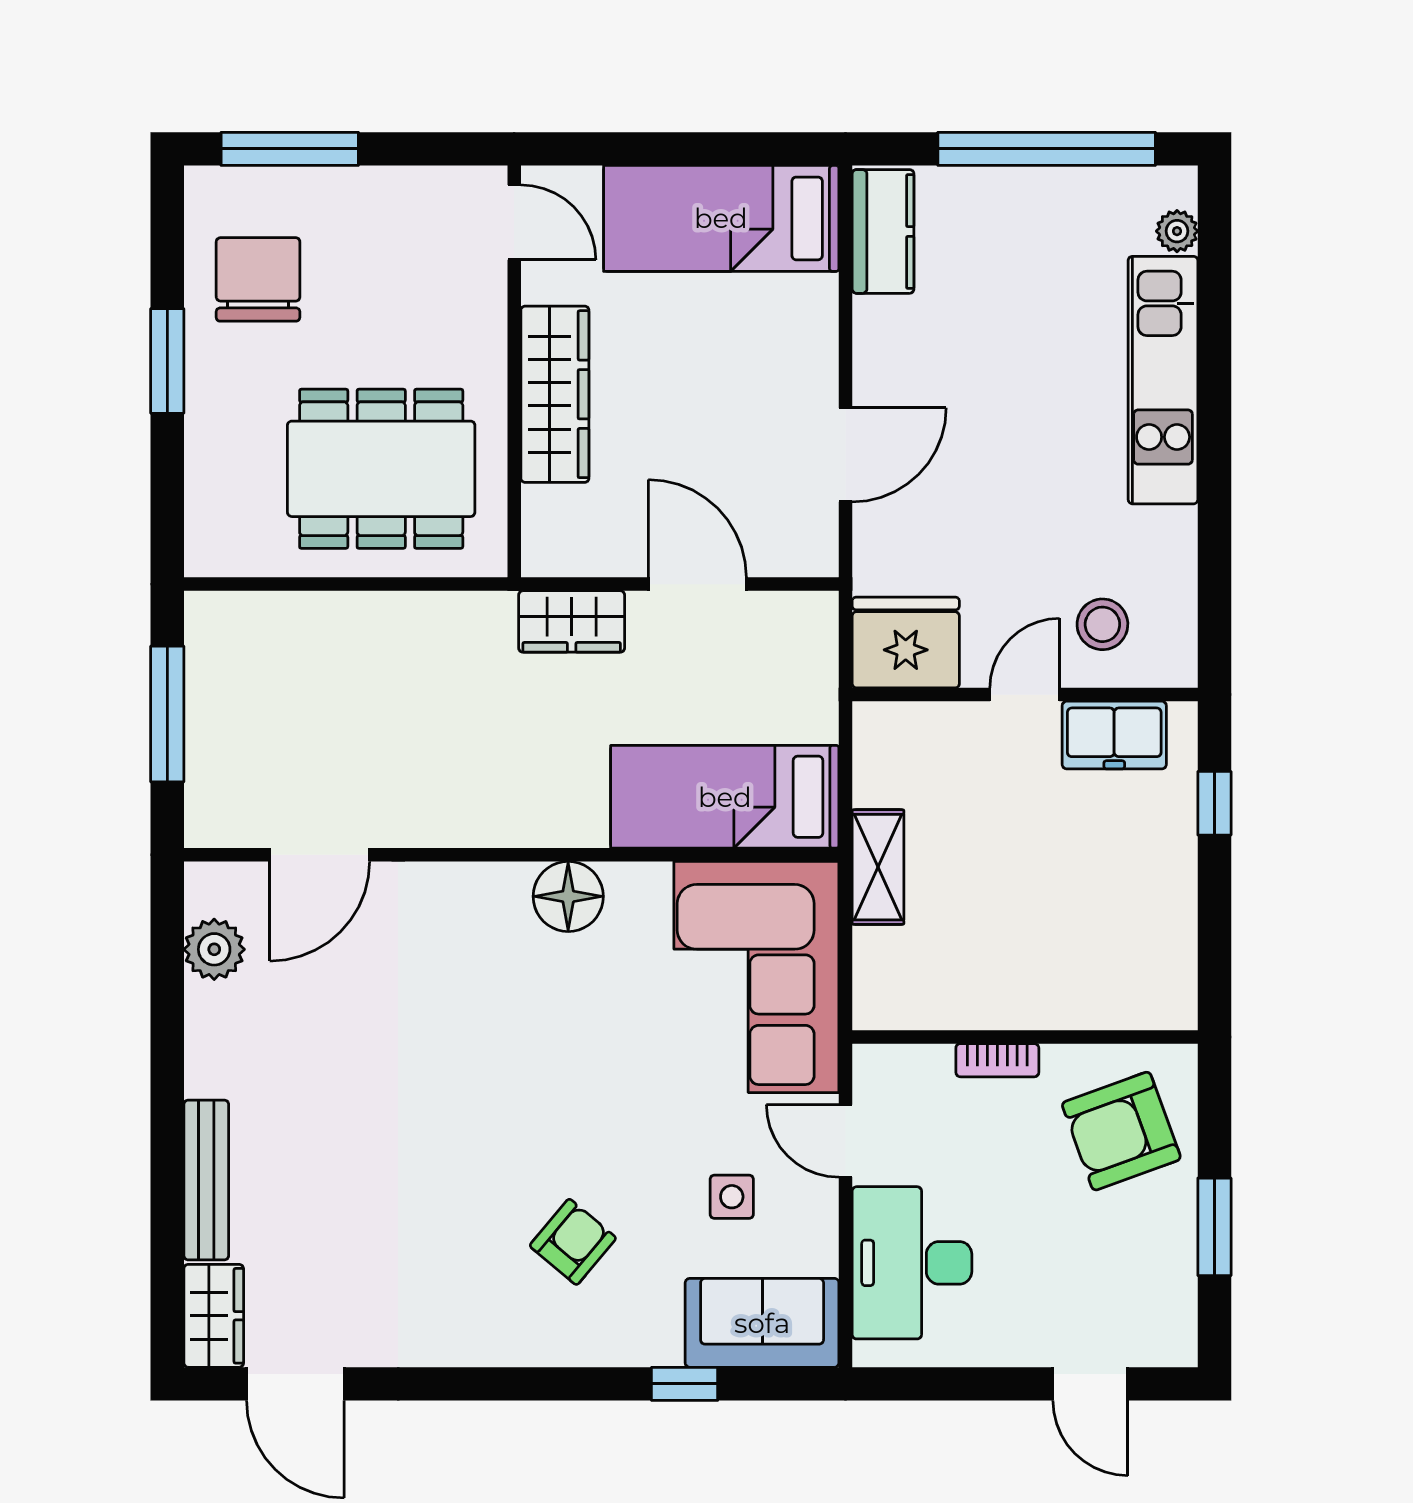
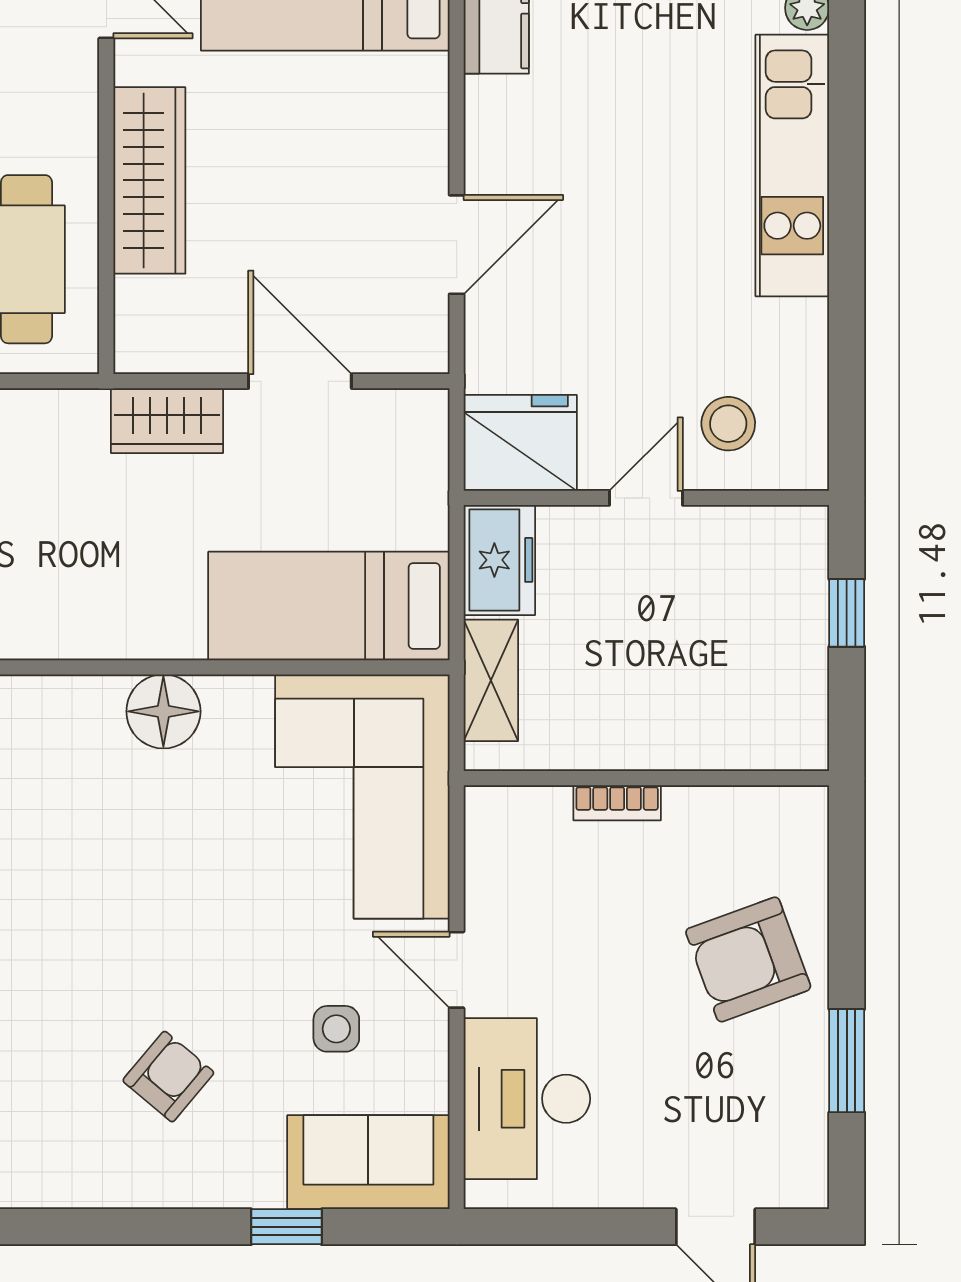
freezer: (1114, 735) -> (499, 560), moved, turned -90
wall: (1025, 1037) -> (646, 778), moved
bookcase: (997, 1060) -> (617, 803), moved

